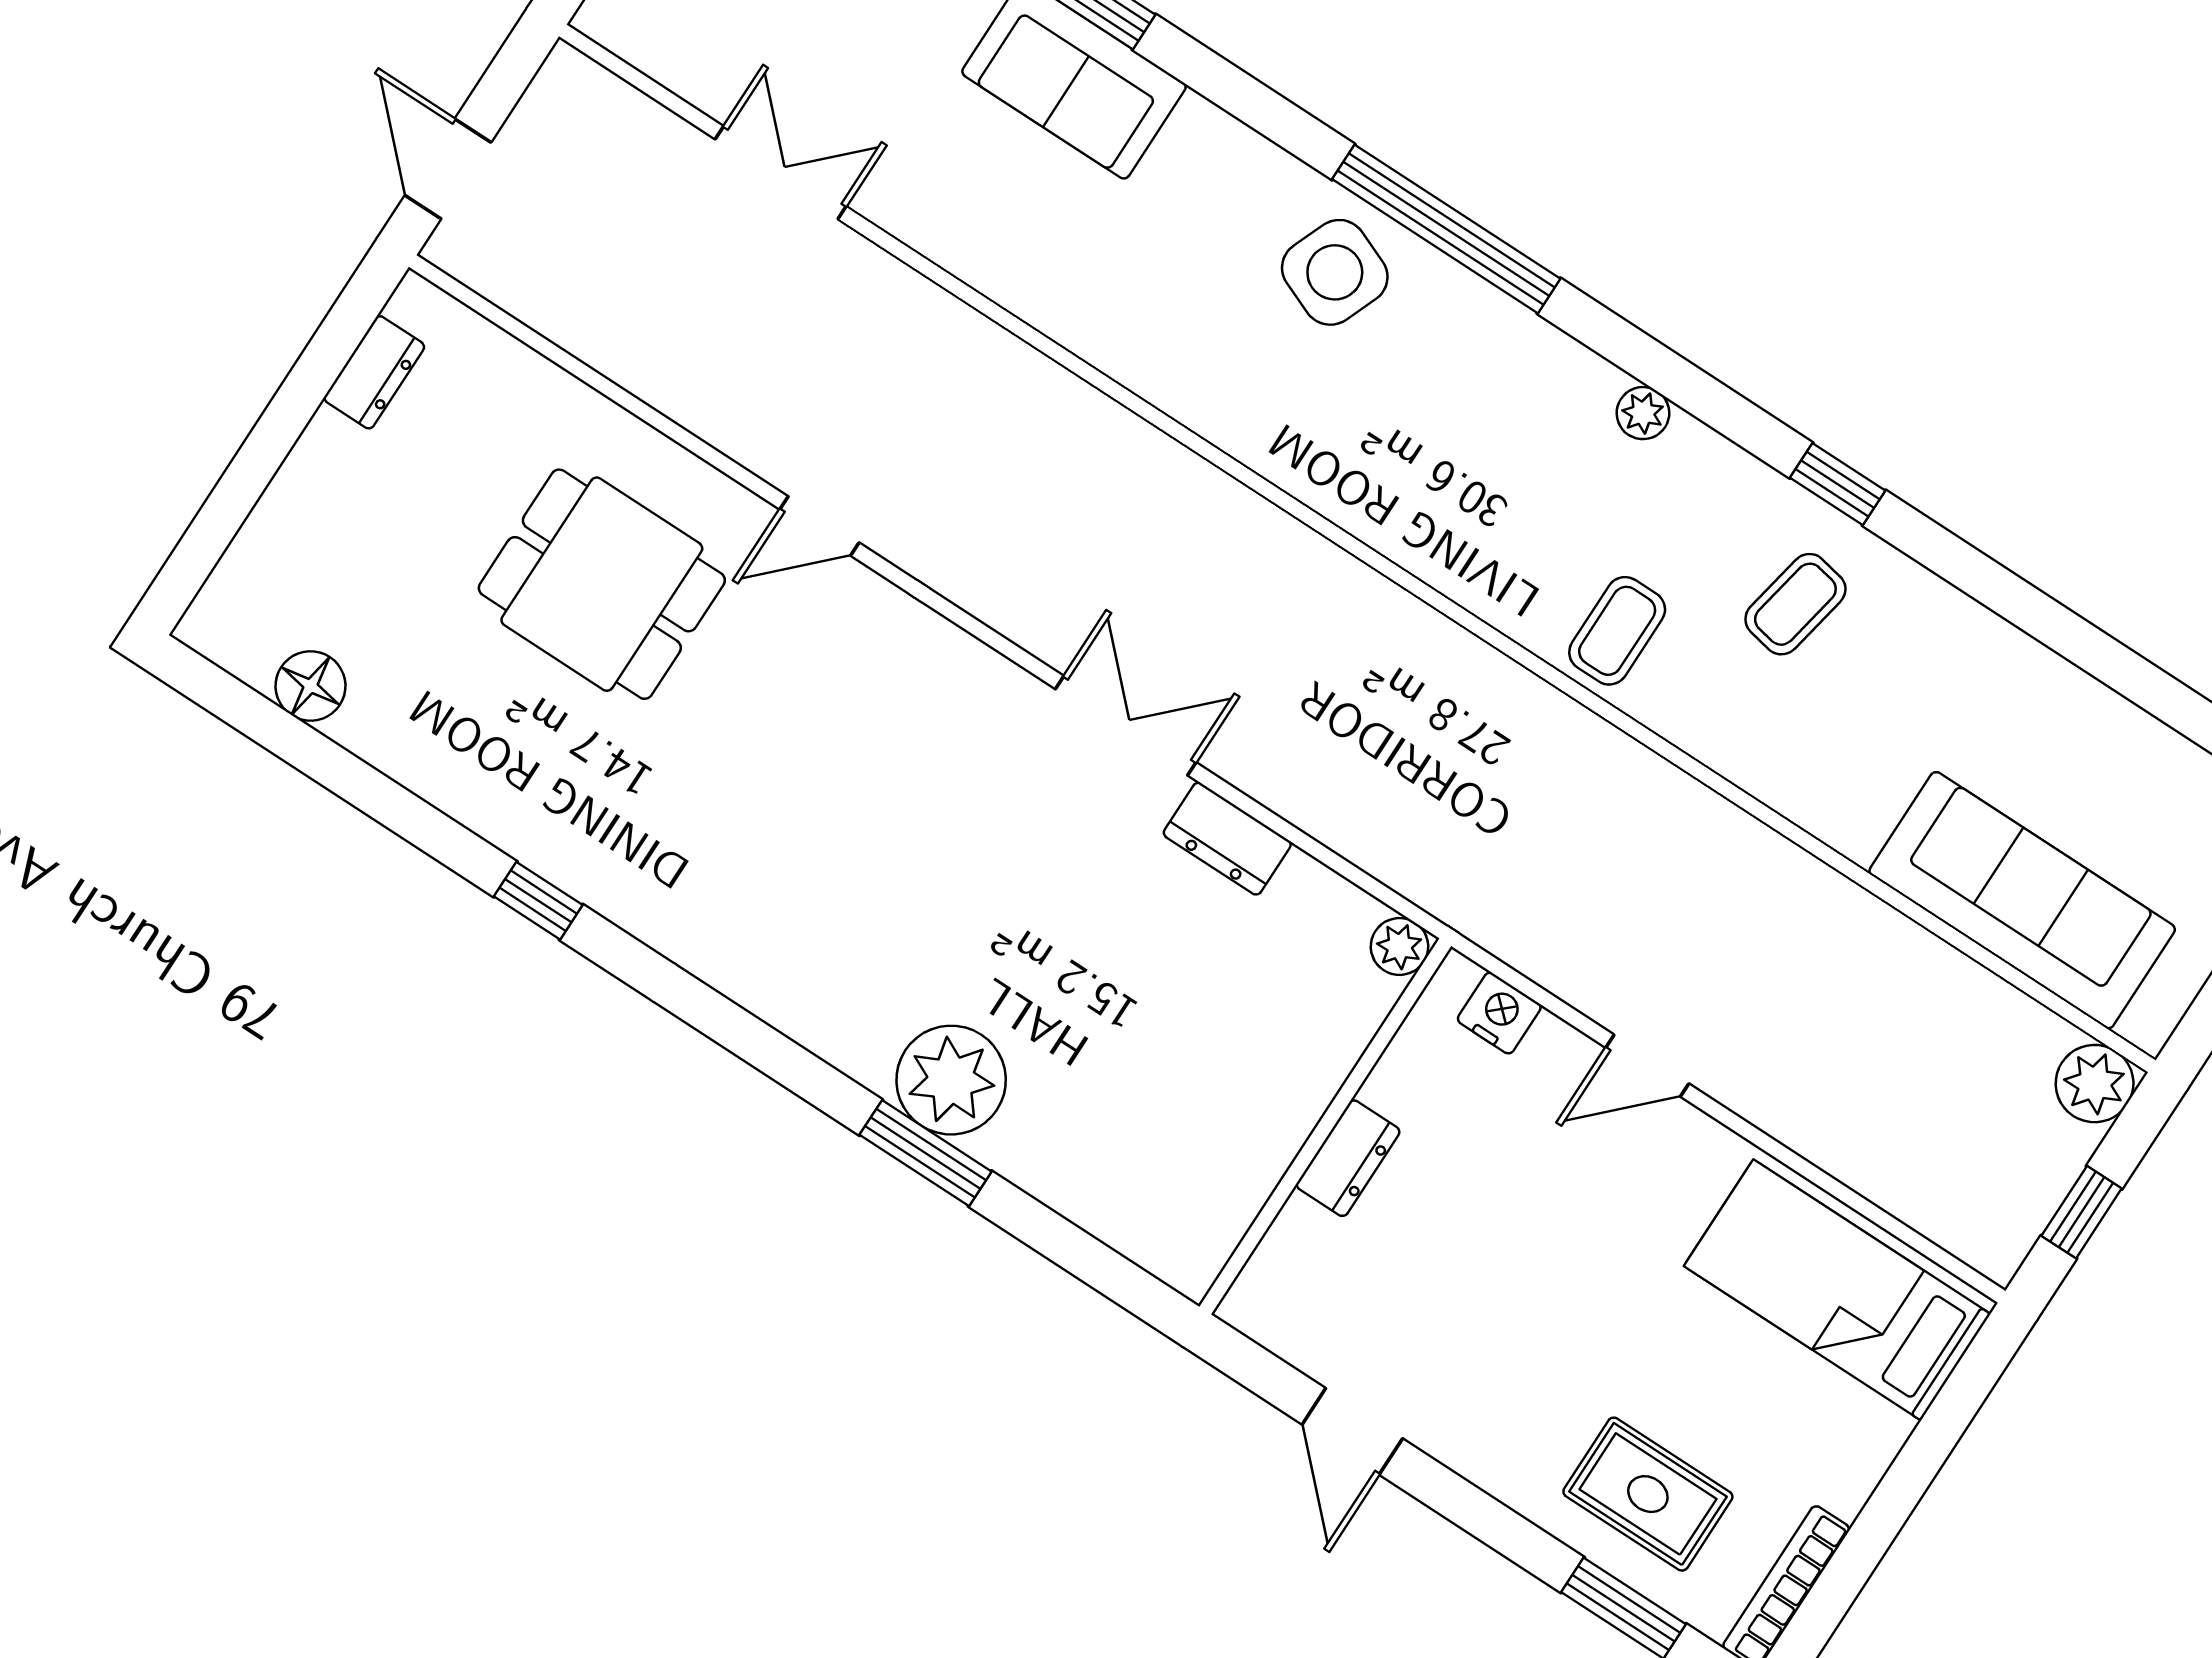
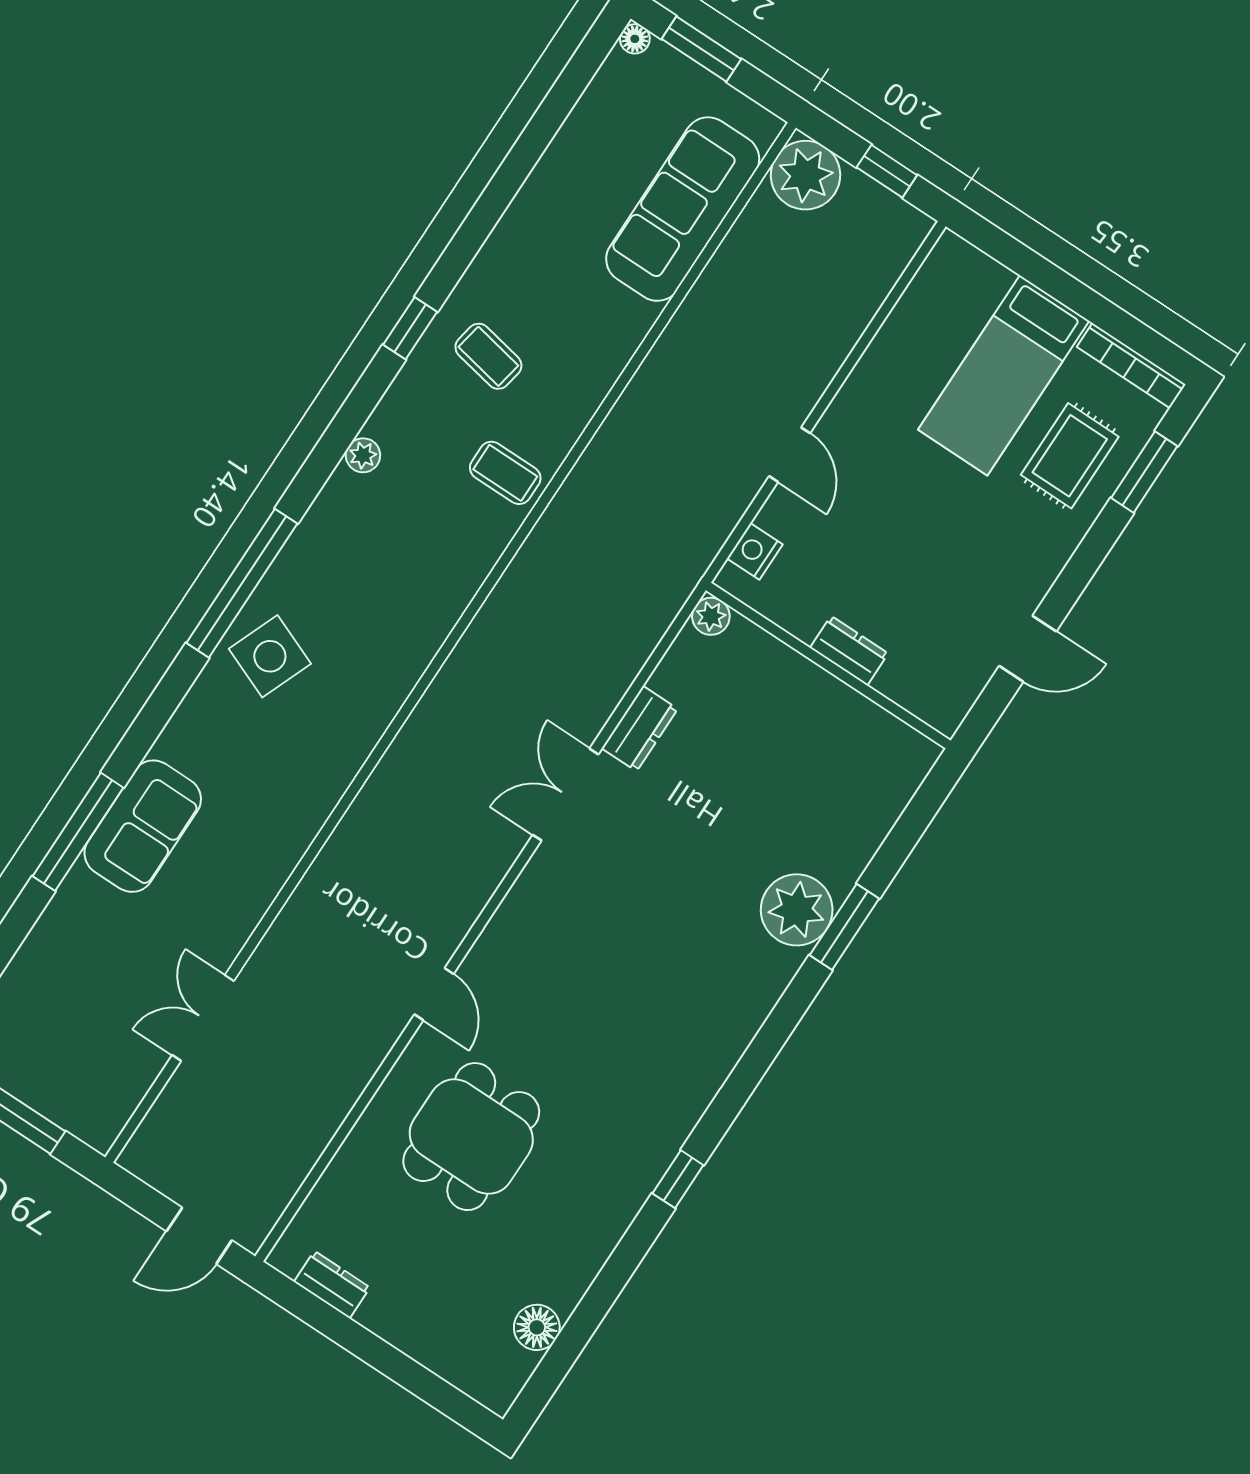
plant: (2095, 1084) -> (805, 175), width x1.36, depth x1.36
bed: (1837, 1290) -> (1004, 375), moved

